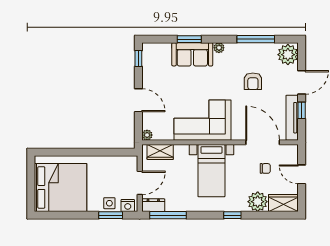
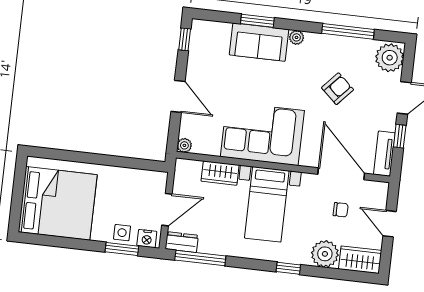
armchair: (253, 81) -> (338, 89), turned -138
tv unit: (292, 118) -> (384, 154), width x0.71
wardrobe: (160, 152) -> (220, 173), moved

